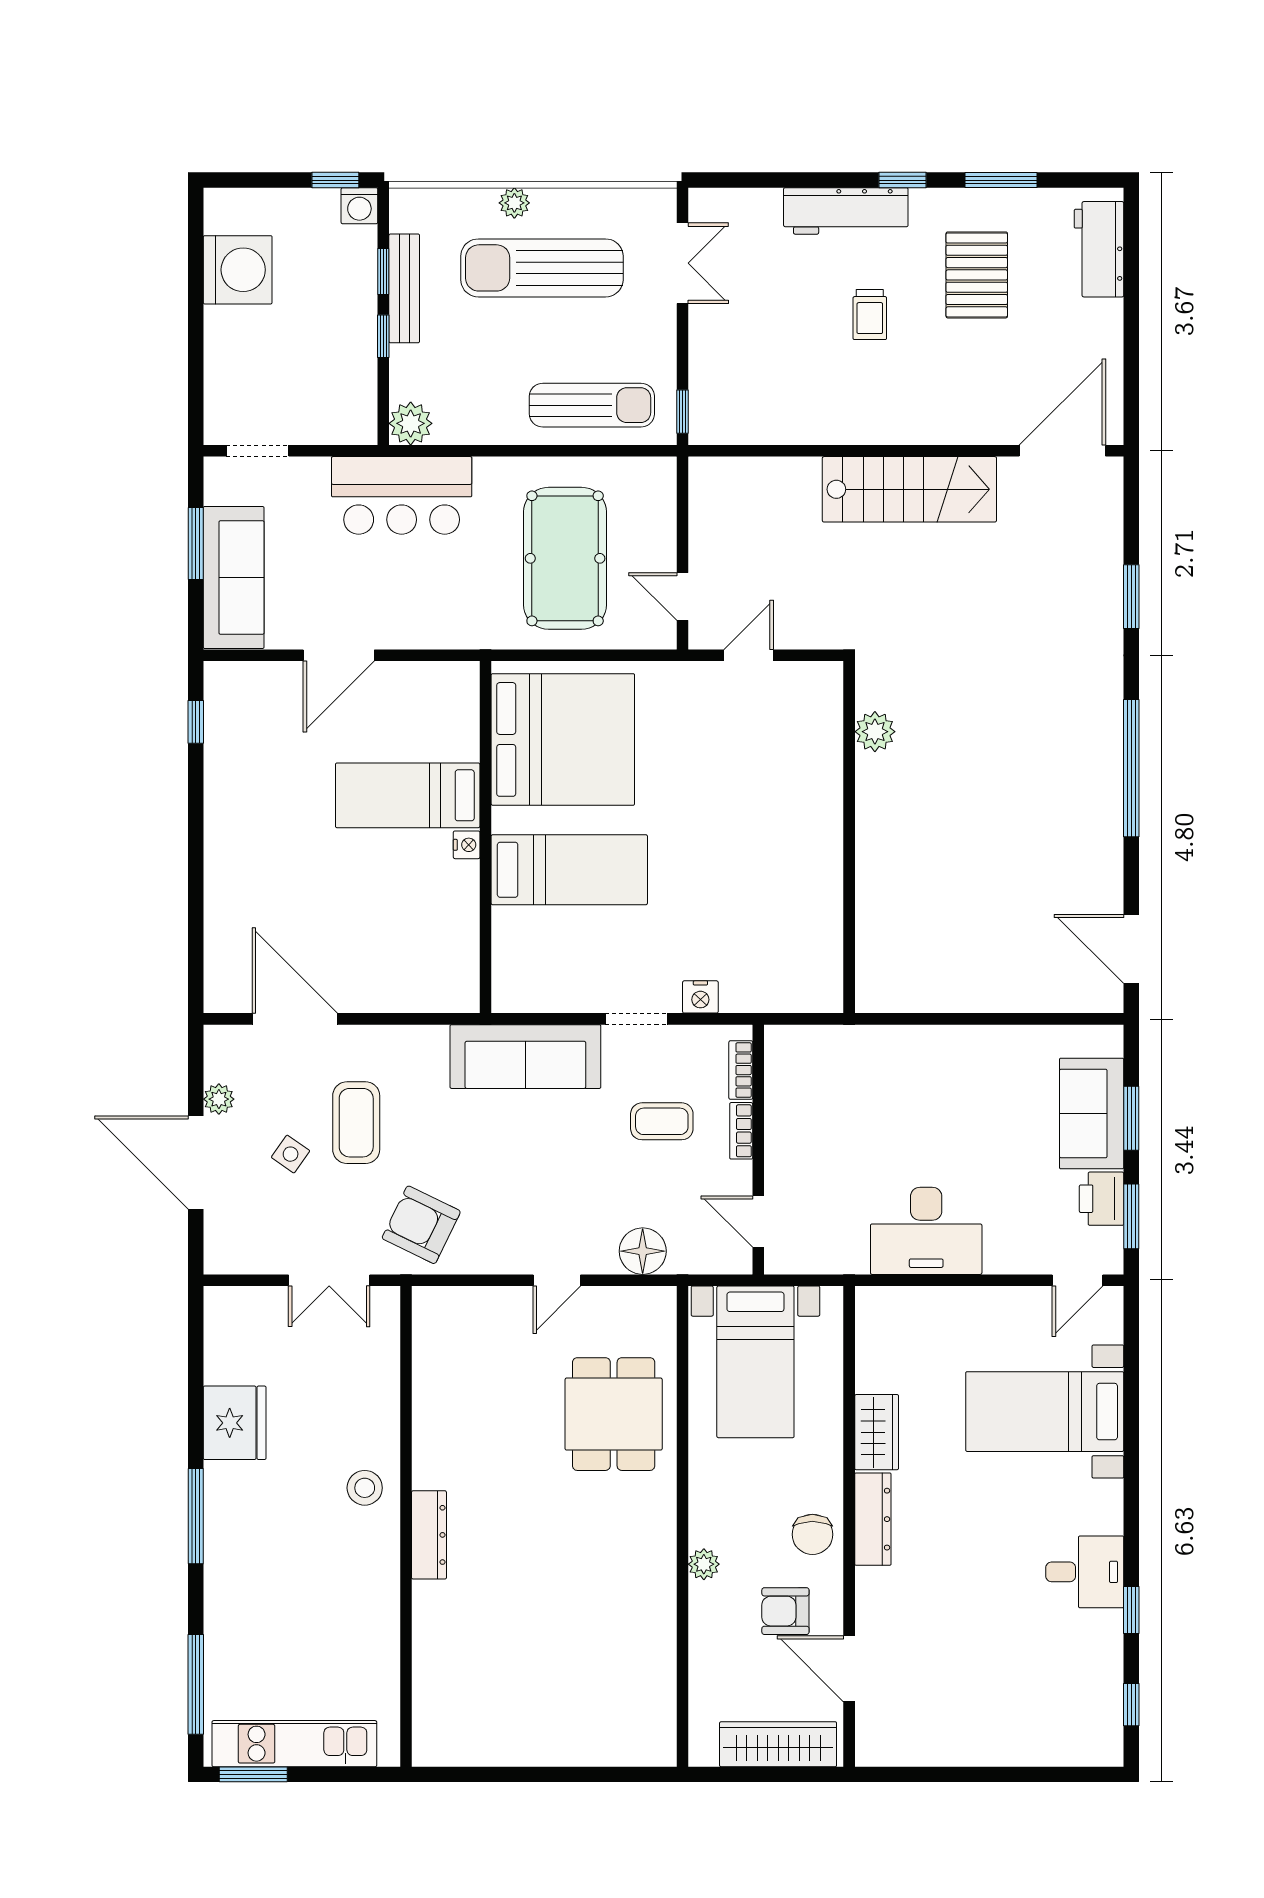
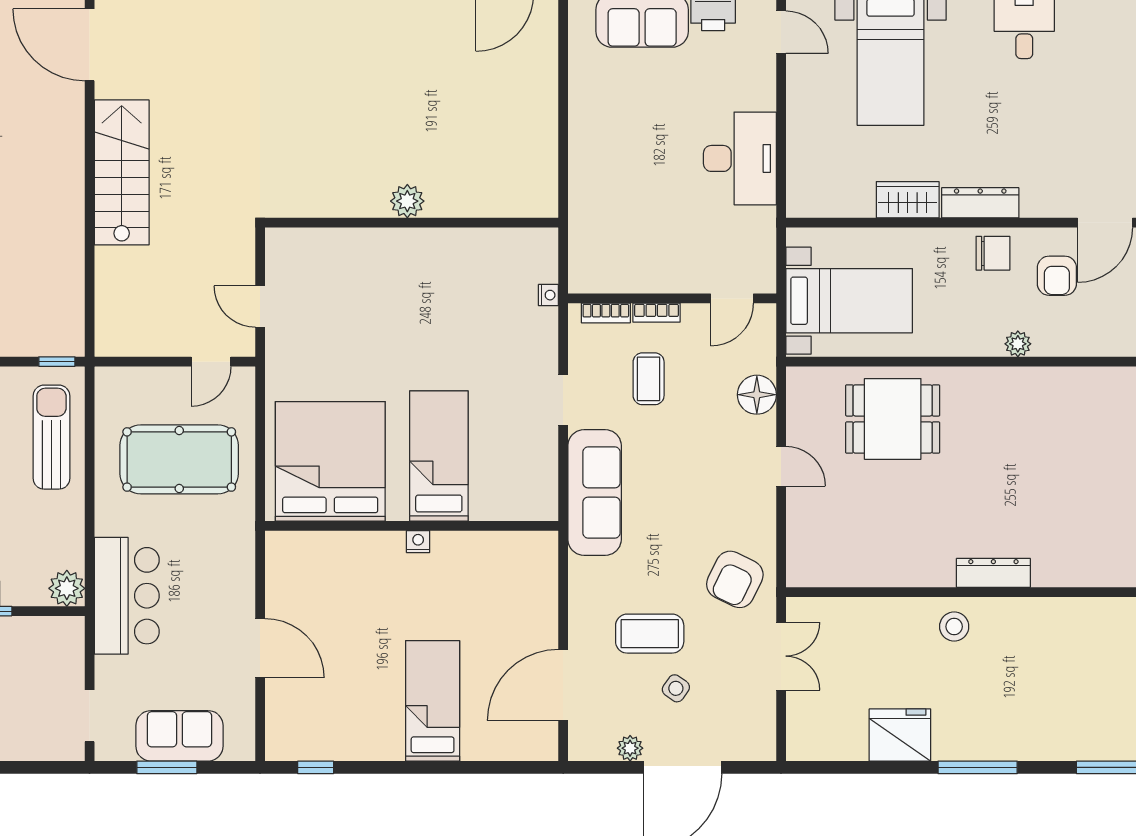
sofa: (234, 578) -> (179, 736), width x0.73
plant: (875, 732) -> (407, 201), moved
bed: (408, 795) -> (433, 701), moved, turned 180
nightstand: (700, 997) -> (548, 295), moved, width x0.72, depth x0.74

